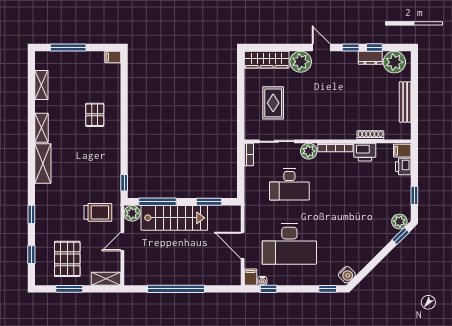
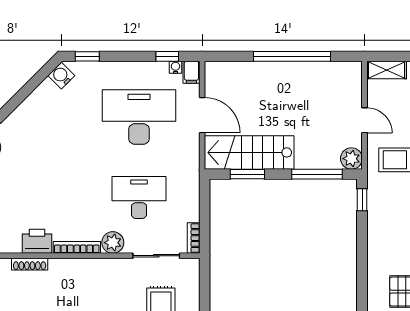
stairs: (174, 218) -> (249, 152), moved
door: (122, 242) -> (365, 120), hinge flipped

